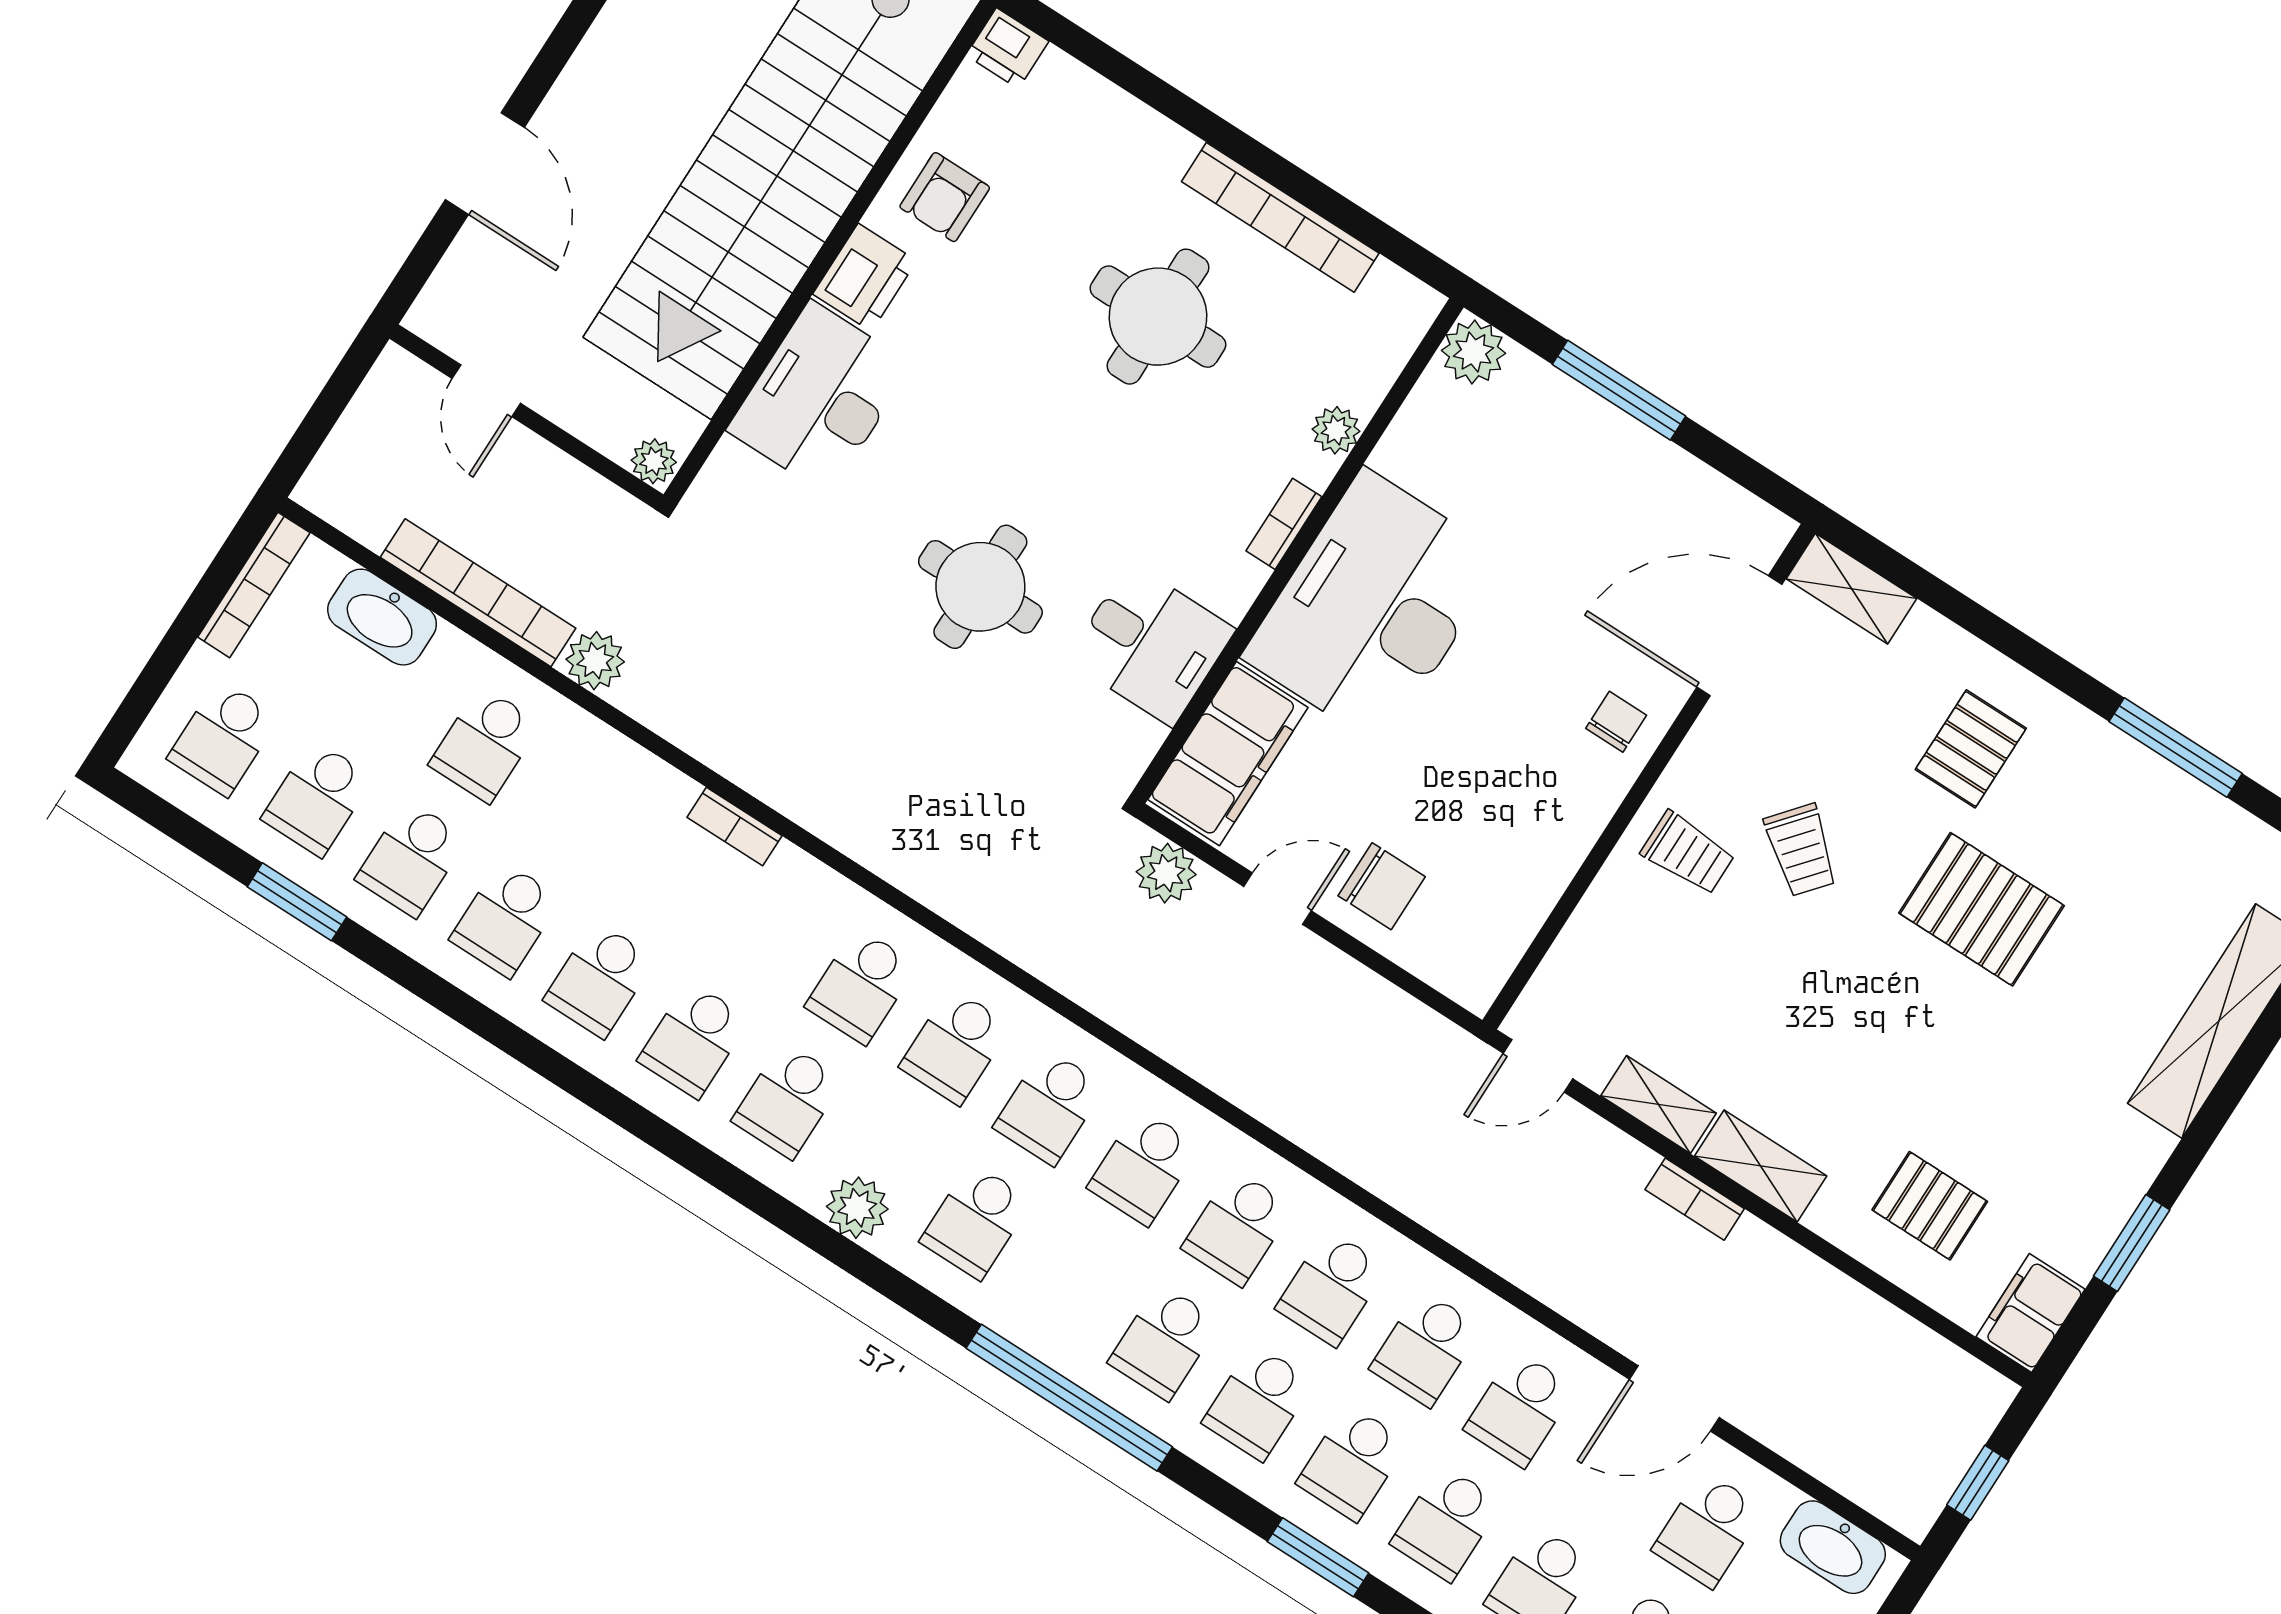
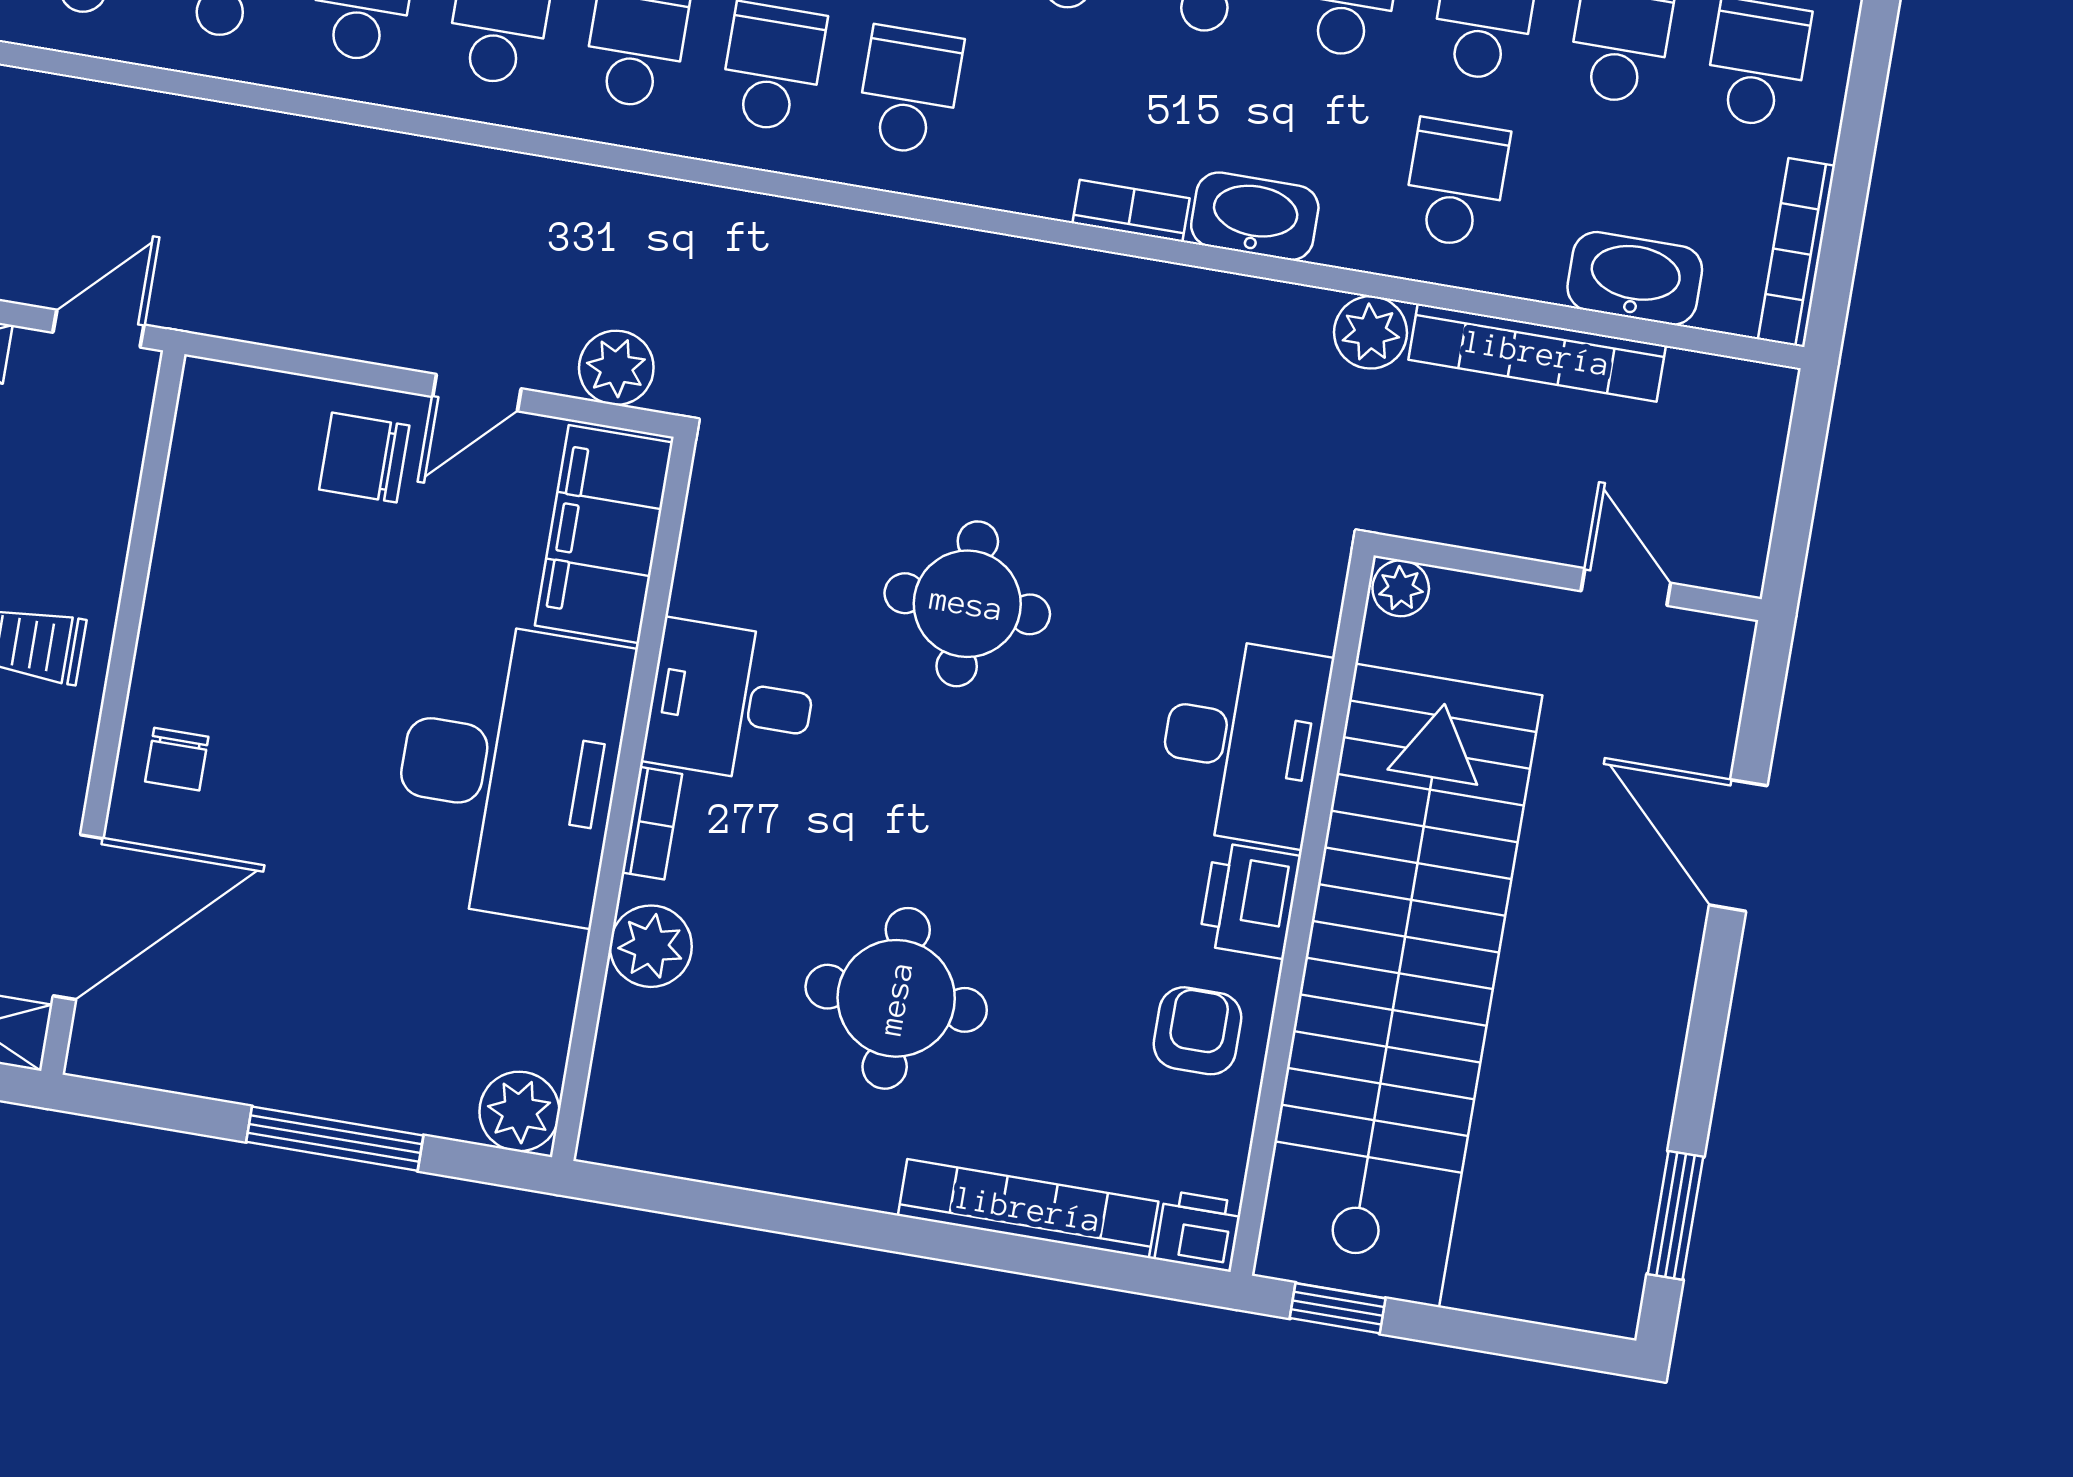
bookcase: (1280, 217) -> (1028, 1209), moved
plant: (1336, 430) -> (651, 946), width x1.38, depth x1.38
desk: (1151, 644) -> (731, 702), moved
washbasin: (644, 783) -> (1255, 216), added

